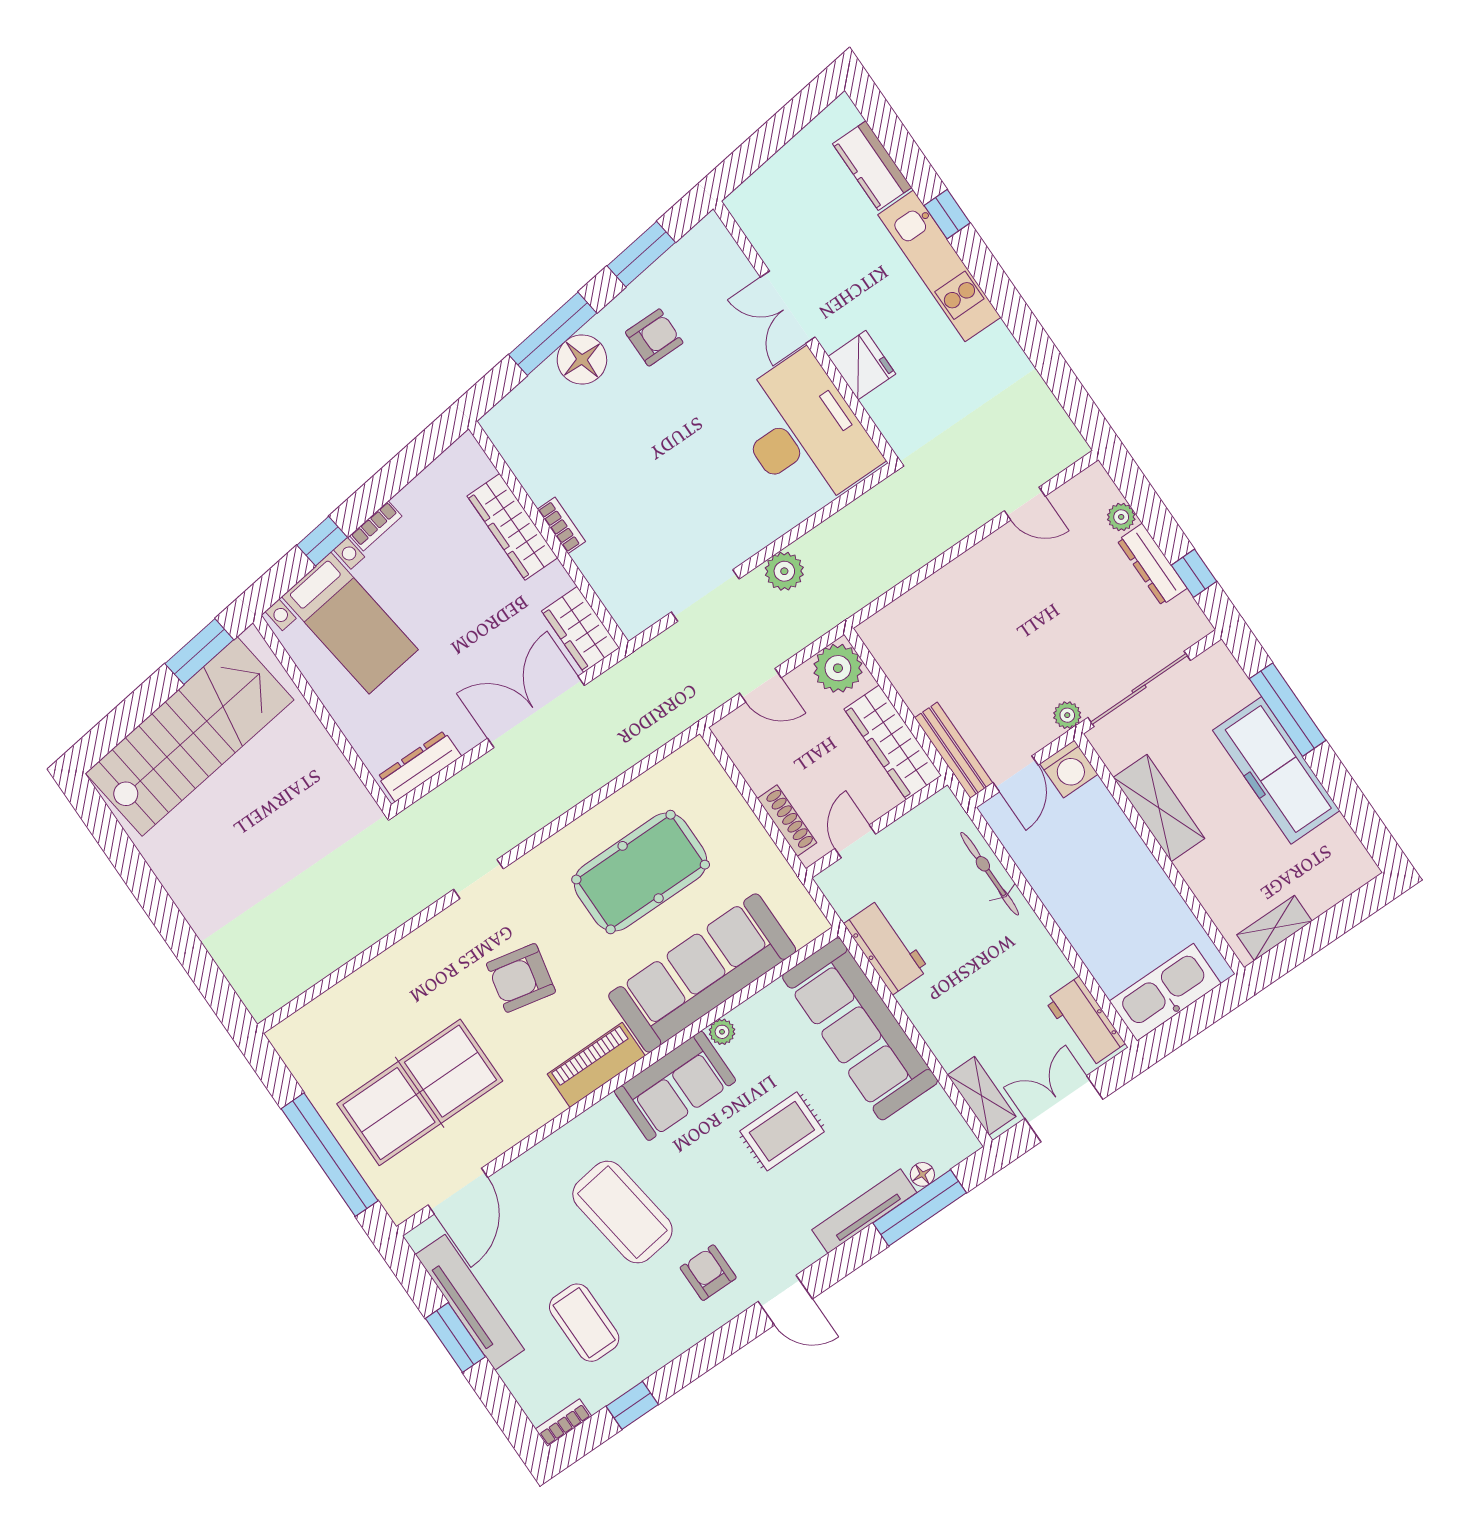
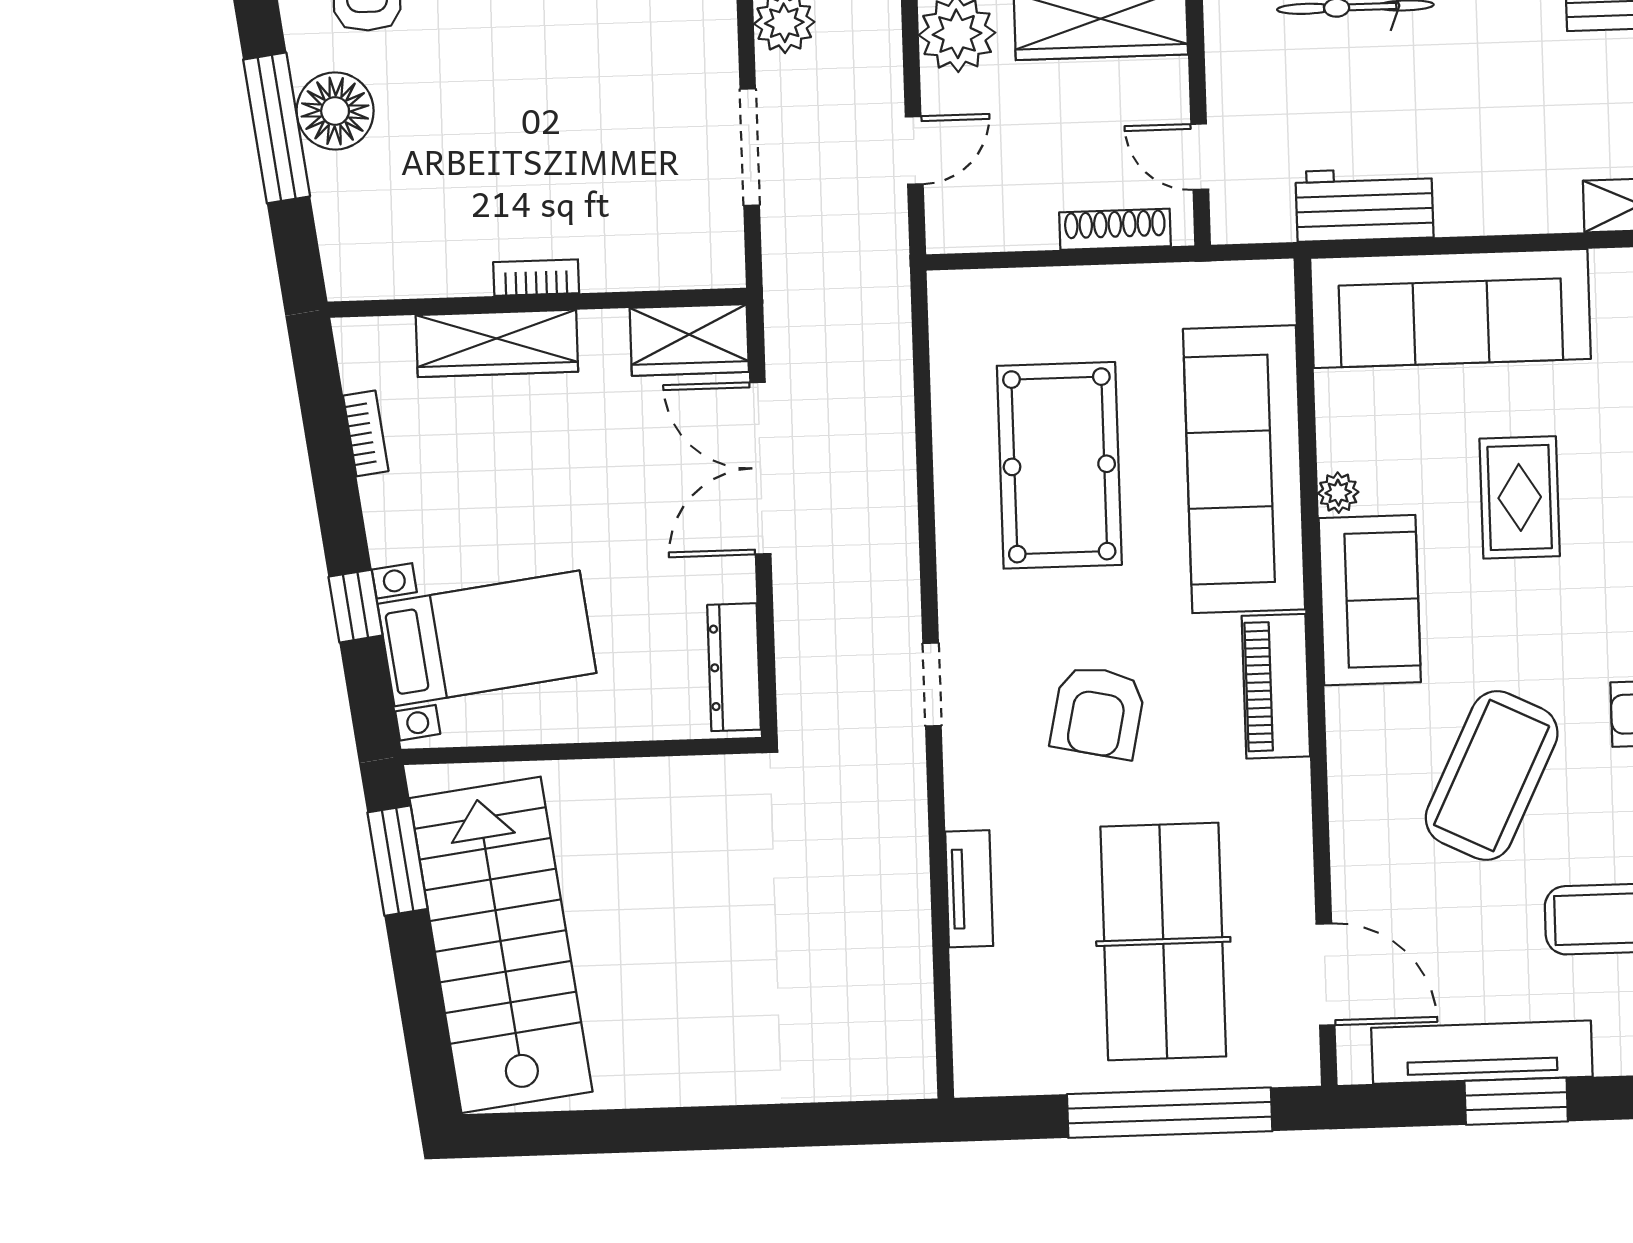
bookcase: (376, 526) -> (366, 433), moved
tv unit: (381, 969) -> (969, 889), added
coffee table: (622, 1212) -> (1492, 776), turned -56

